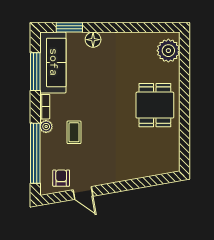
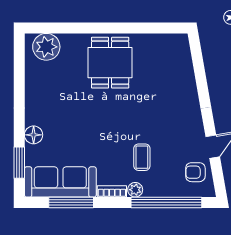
dining table: (155, 105) -> (110, 63), turned 90
coffee table: (74, 132) -> (142, 157), turned 90

